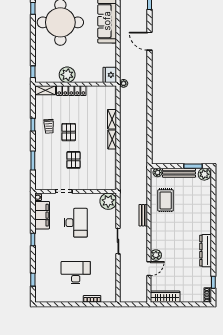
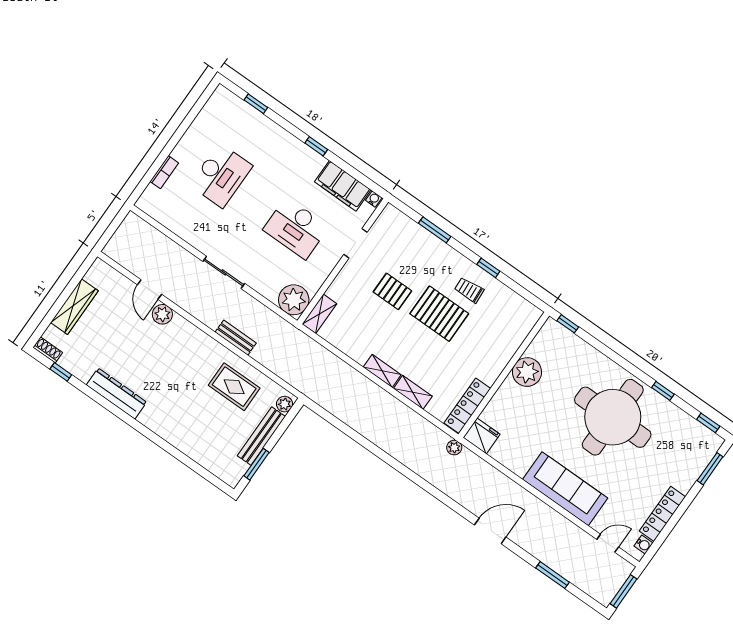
shelving: (45, 90) -> (319, 314), moved
locker: (71, 91) -> (467, 406), moved
pallet: (69, 132) -> (439, 314), width x1.50, depth x1.42
plant: (204, 174) -> (232, 472), removed
wardrobe: (165, 297) -> (74, 307), moved

